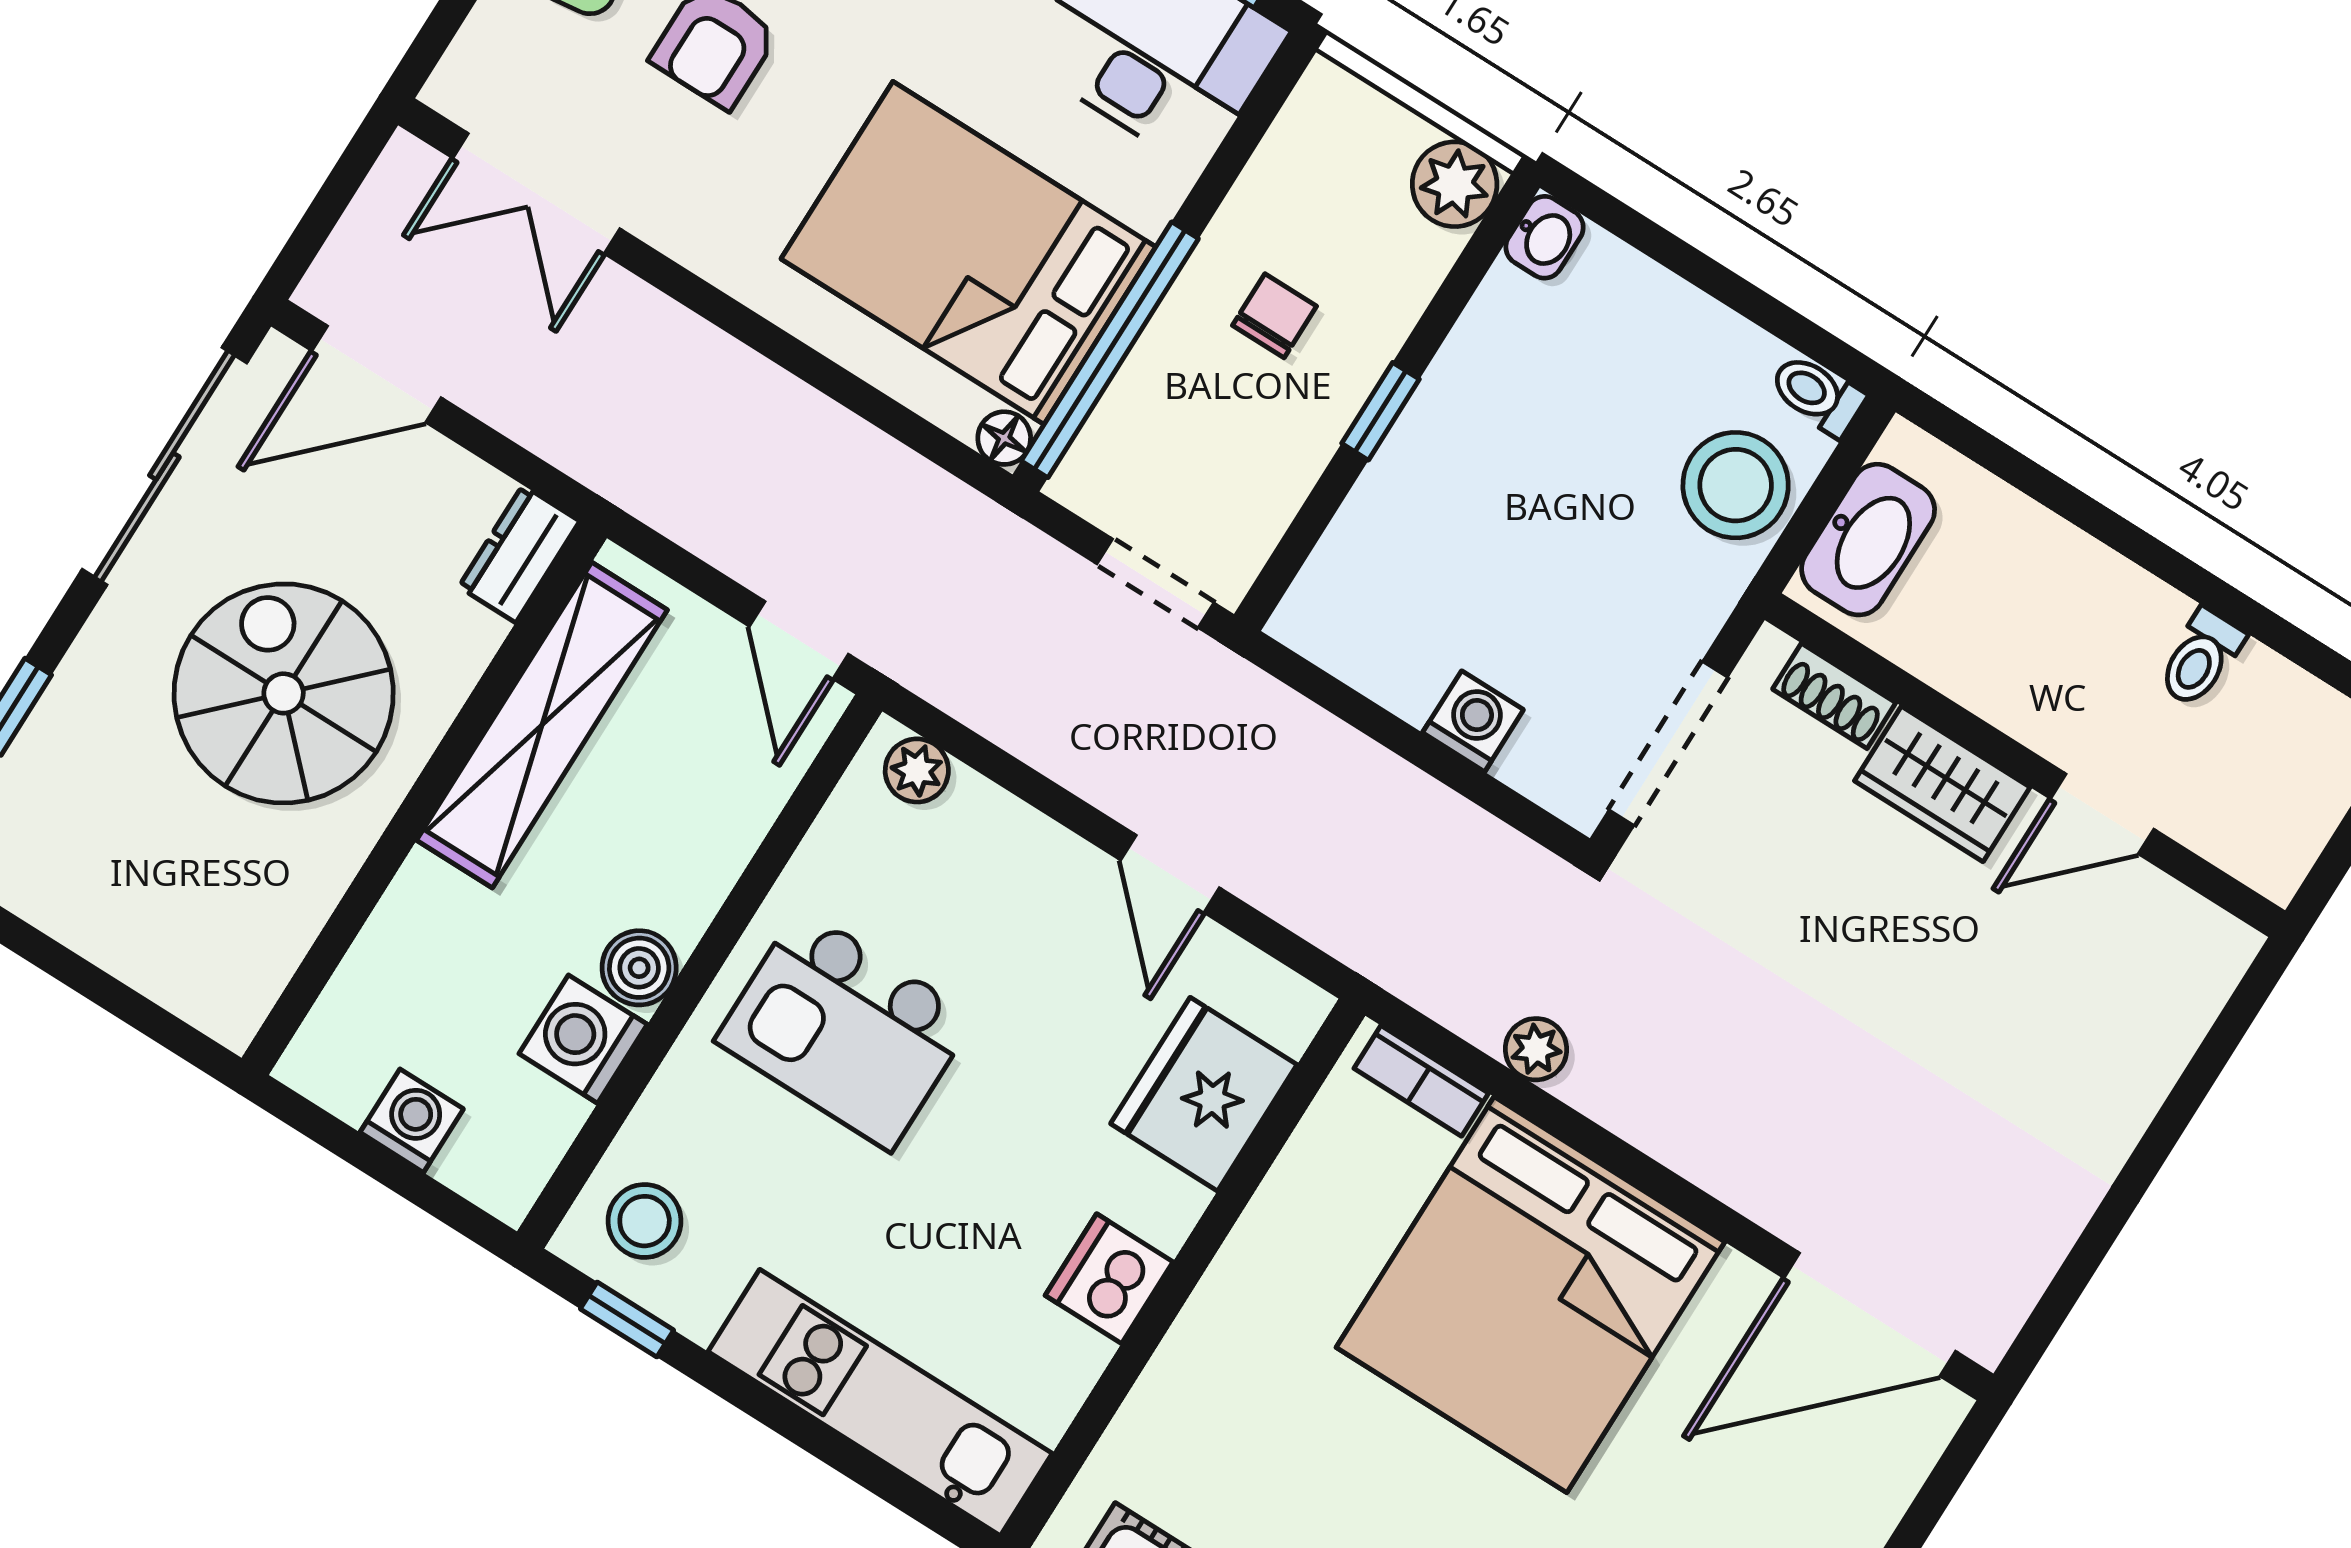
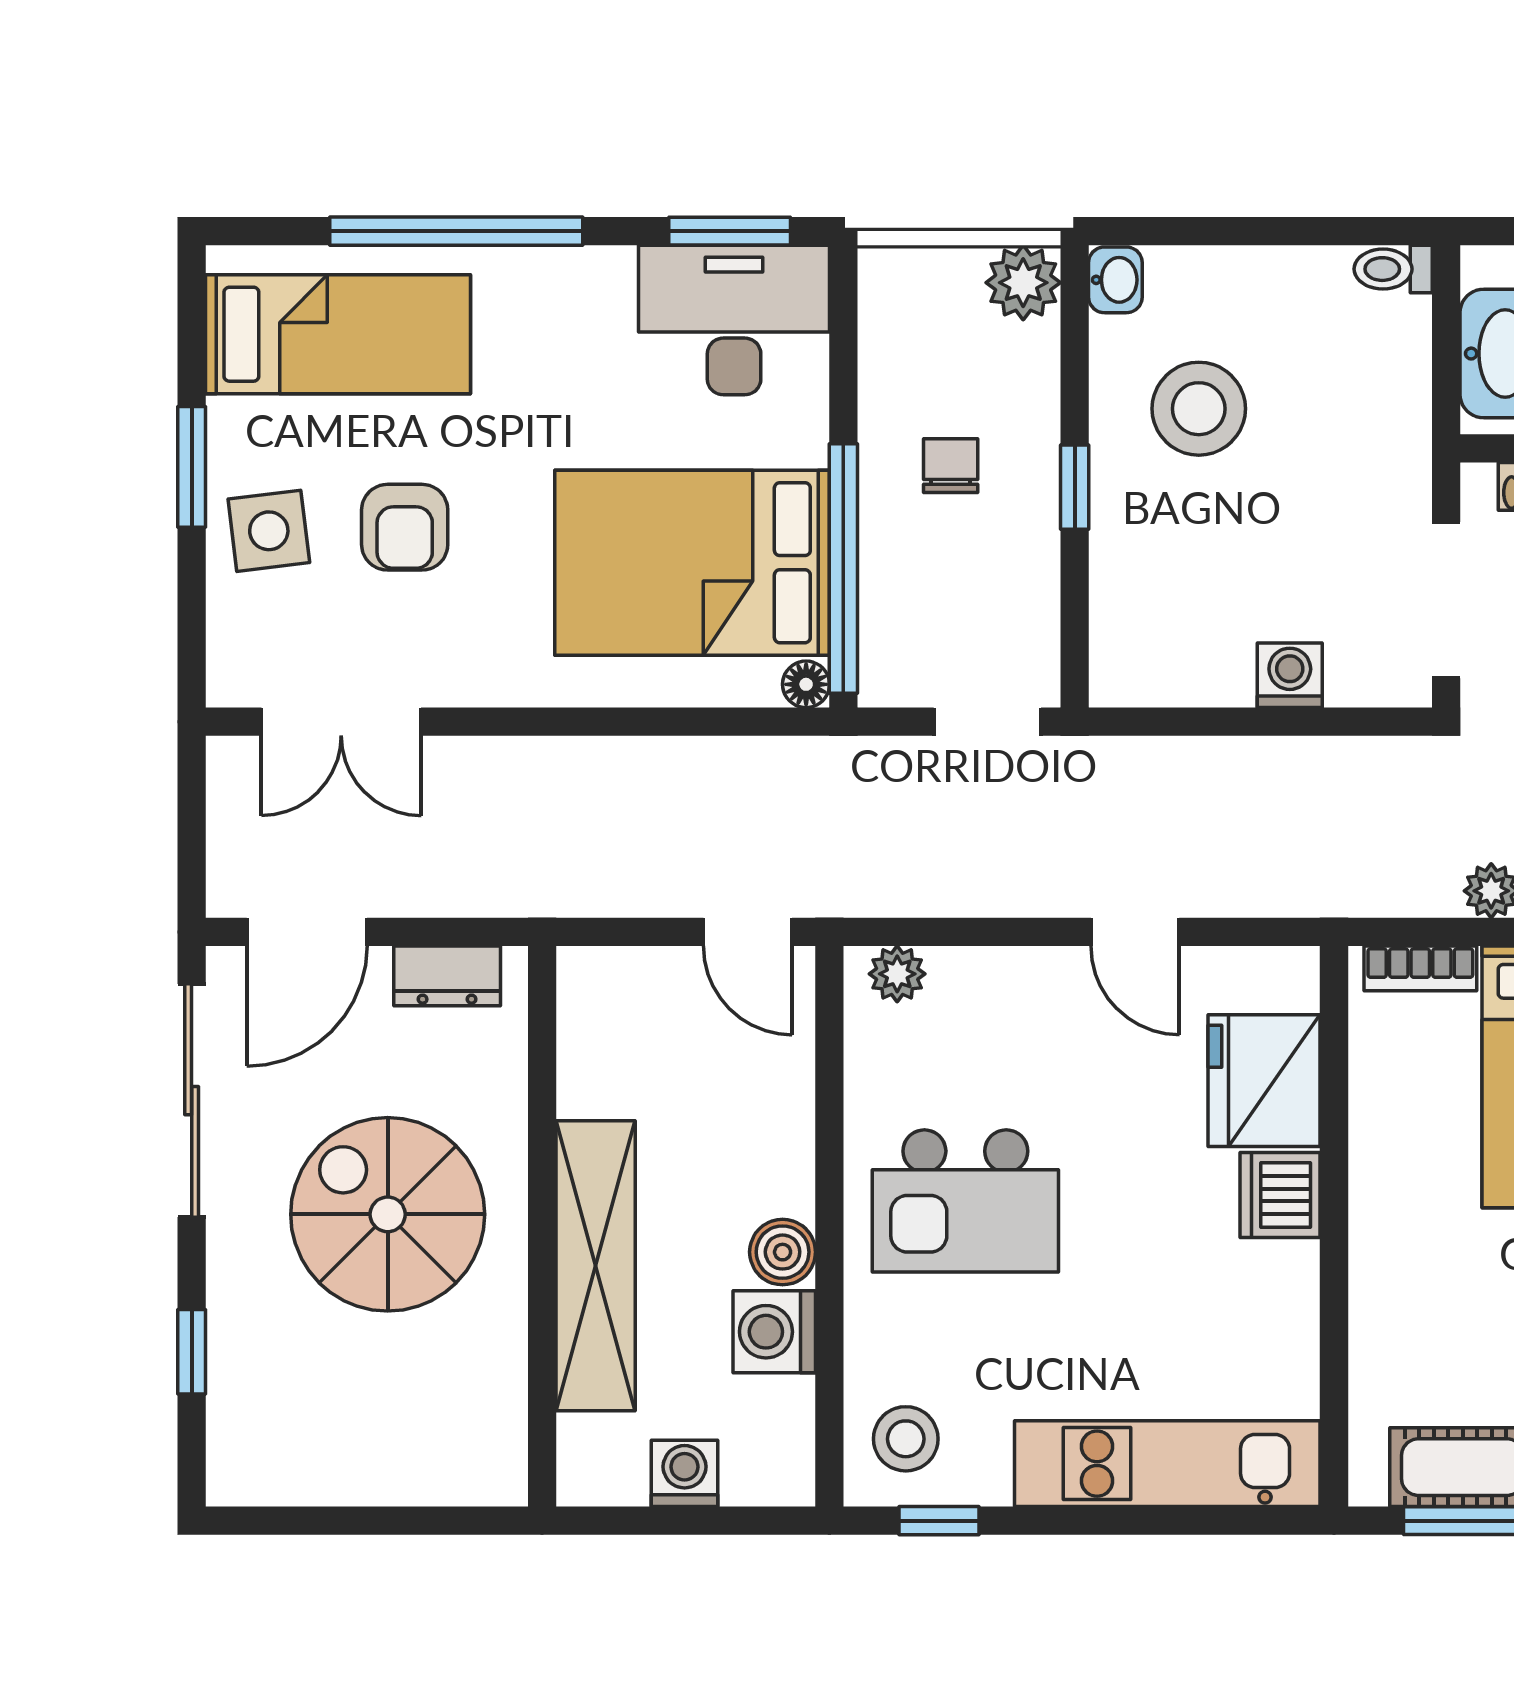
stool: (1736, 485) -> (1199, 409), moved
dresser: (519, 554) -> (447, 976), moved, turned -90
shelving: (542, 725) -> (596, 1266), moved
dishwasher: (1109, 1279) -> (1280, 1195), moved

